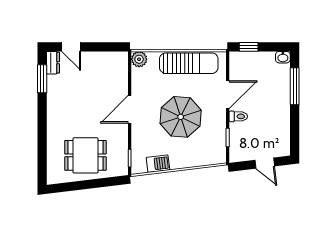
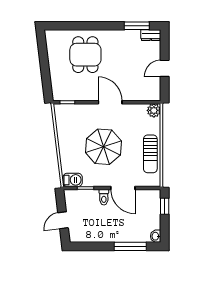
door: (71, 47) -> (165, 68), moved
sun lounger: (189, 63) -> (150, 154), width x0.73, depth x0.75
dining table: (85, 155) -> (85, 55), moved
barbecue: (158, 164) -> (73, 180), moved, turned -83

